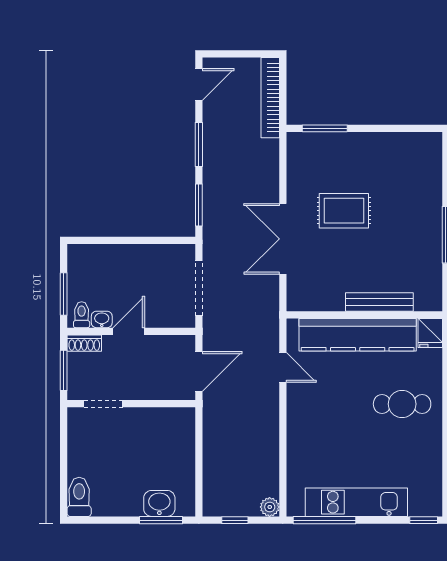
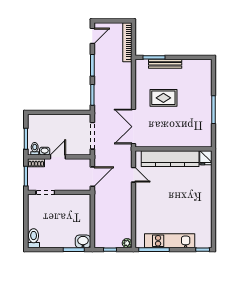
double door: (283, 239) -> (133, 127), moved
bench: (379, 302) -> (165, 64), moved
cafe table: (402, 404) -> (192, 193), removed
washbasin: (159, 503) -> (83, 241), moved

